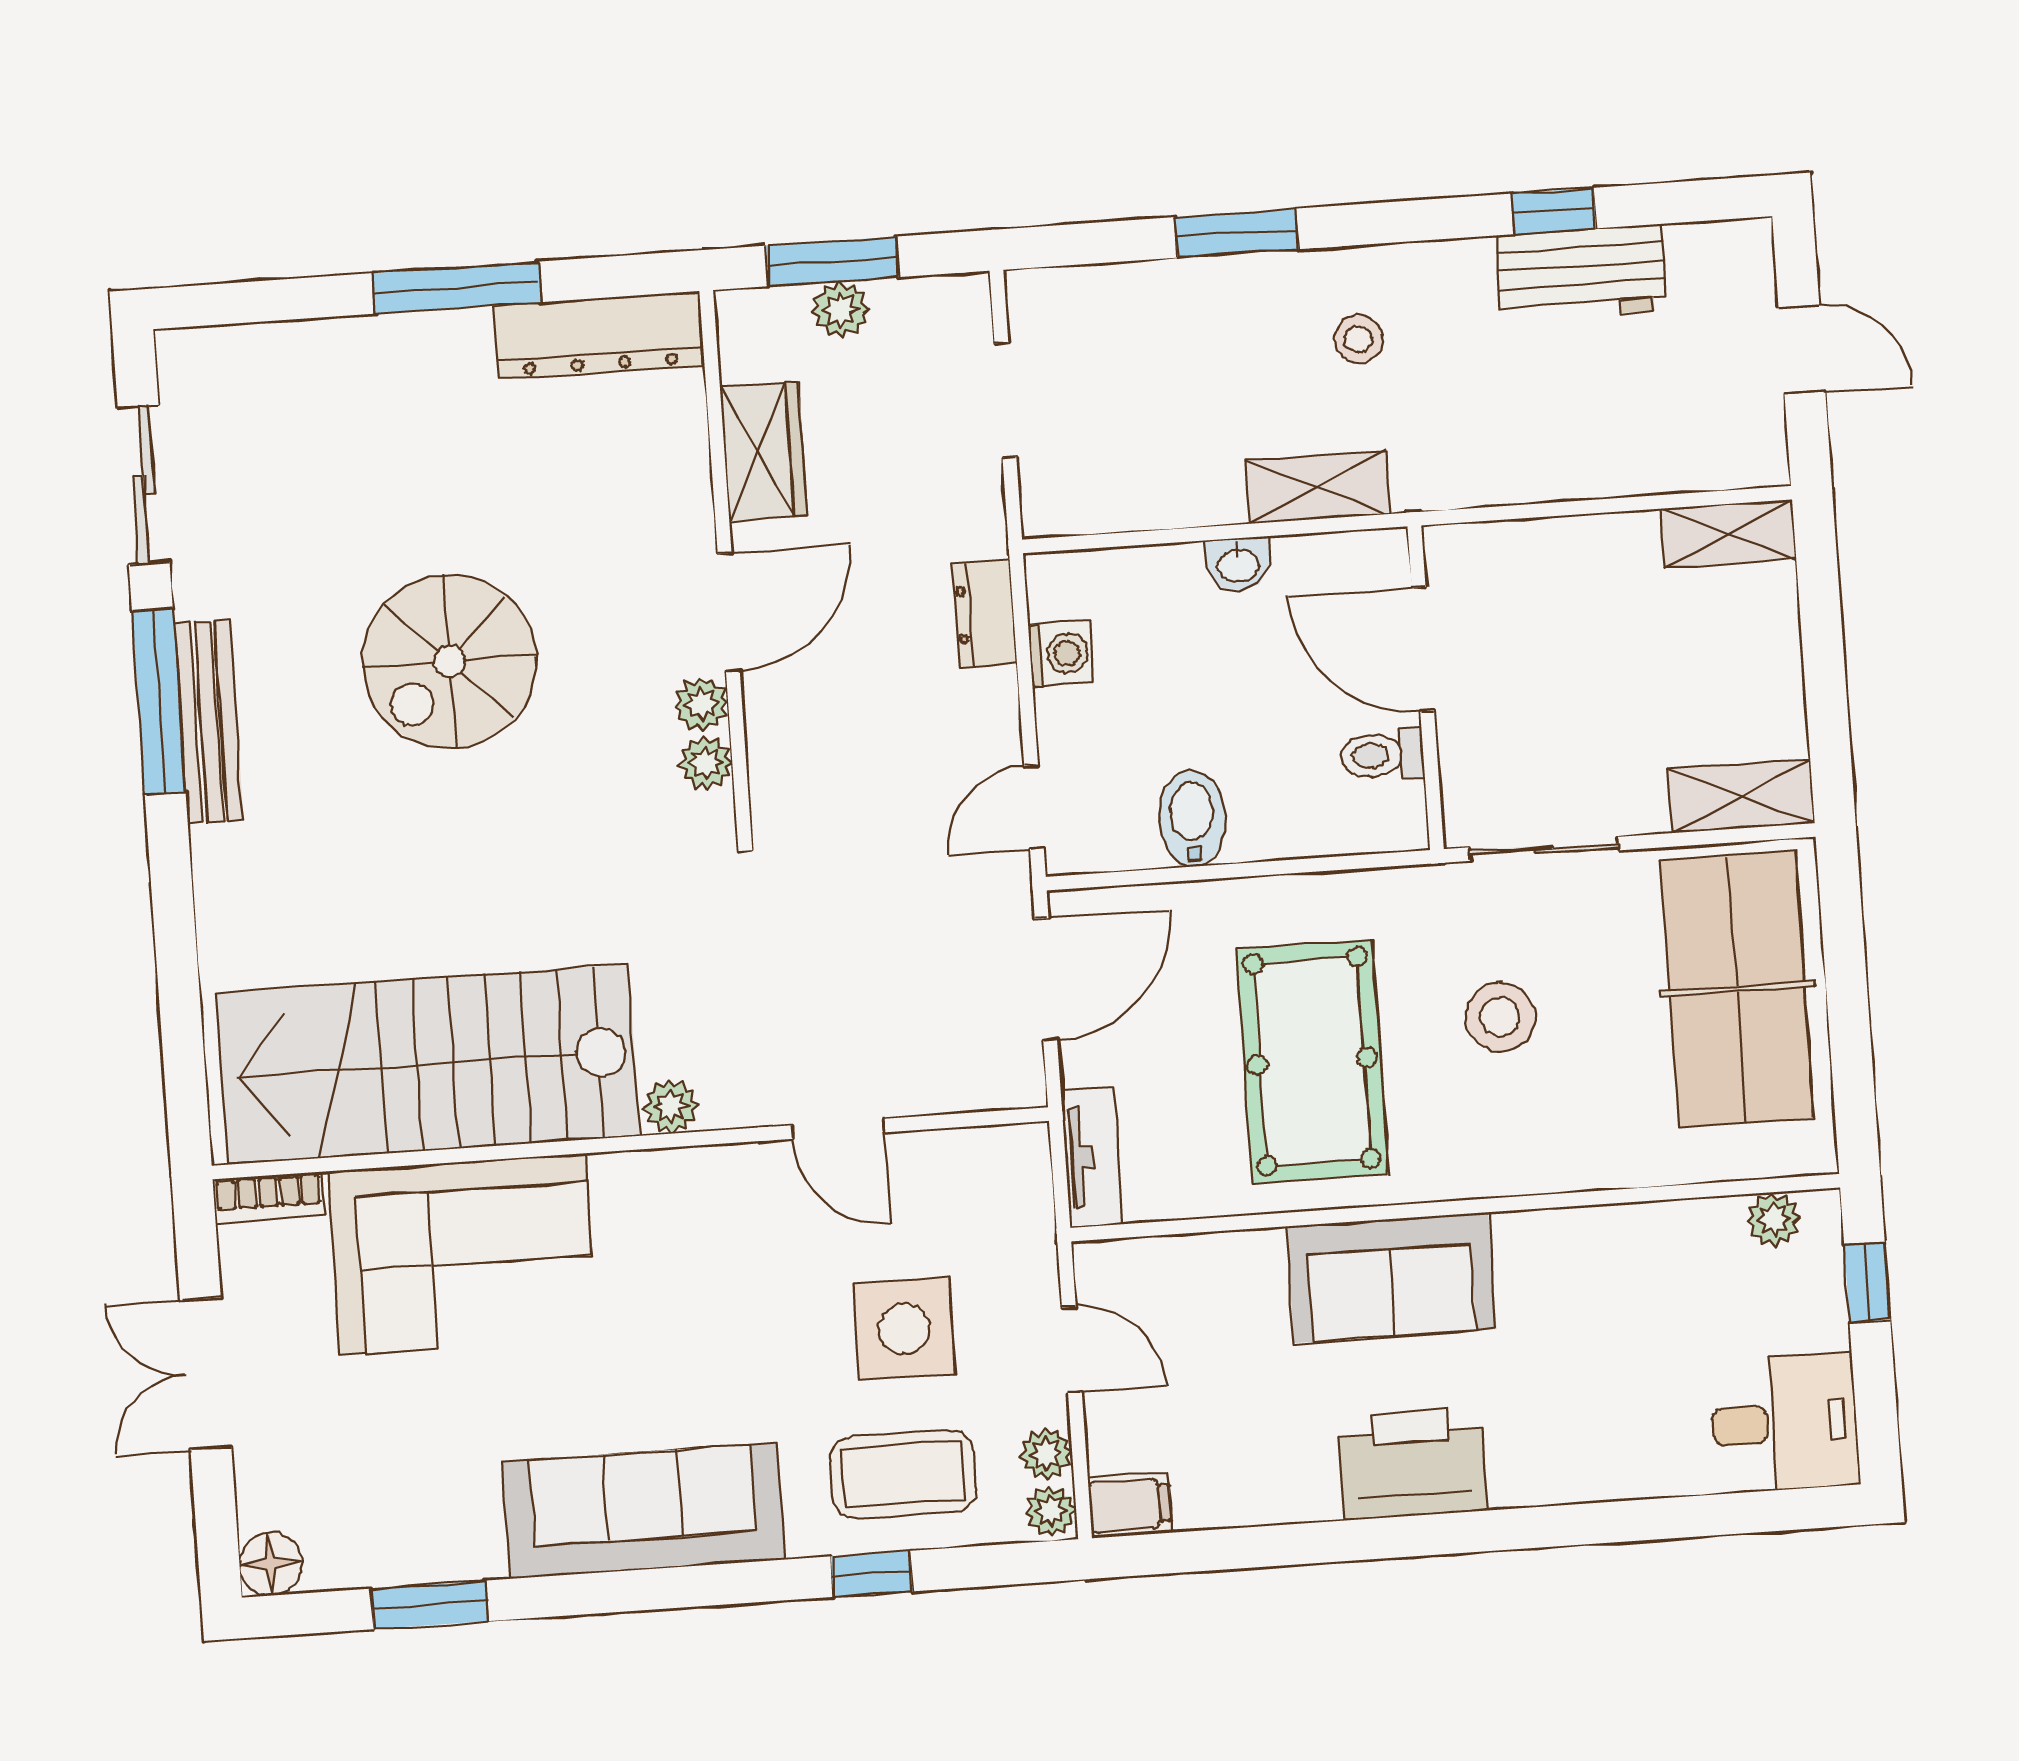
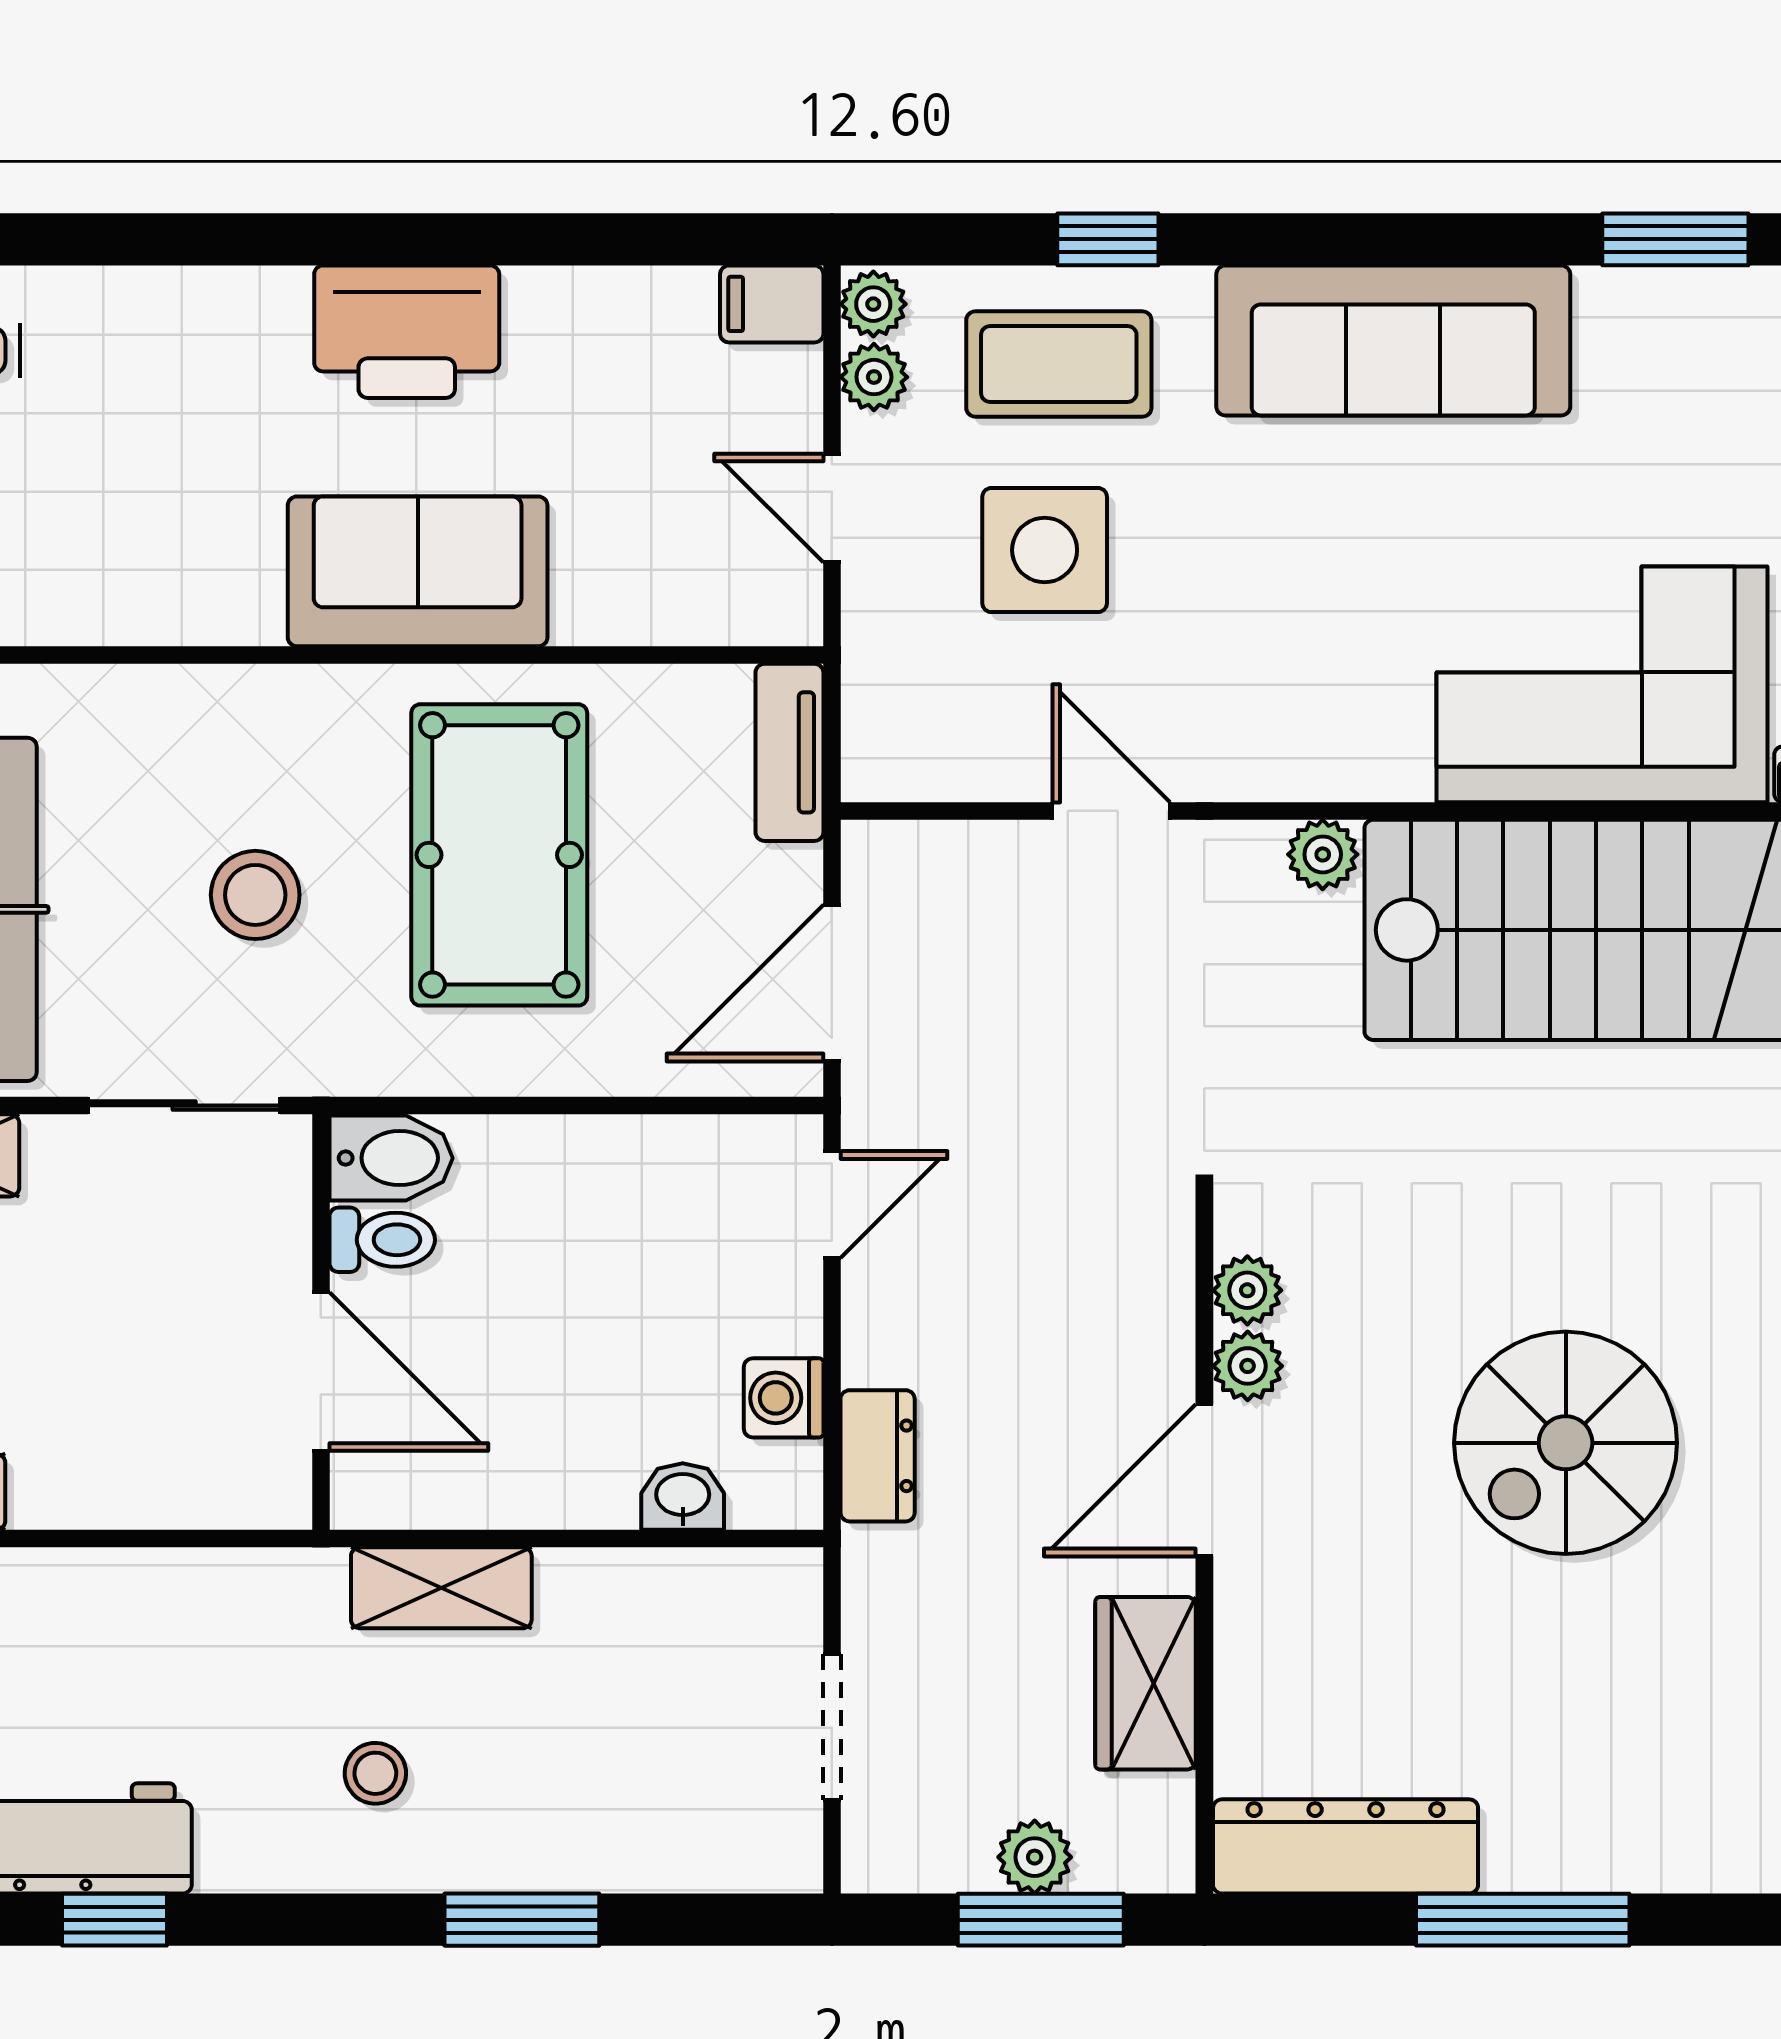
washbasin: (1238, 564) -> (683, 1497), moved
spiral stairs: (449, 661) -> (1566, 1443), turned 180
bidet: (1192, 819) -> (391, 1158), moved, turned -90

